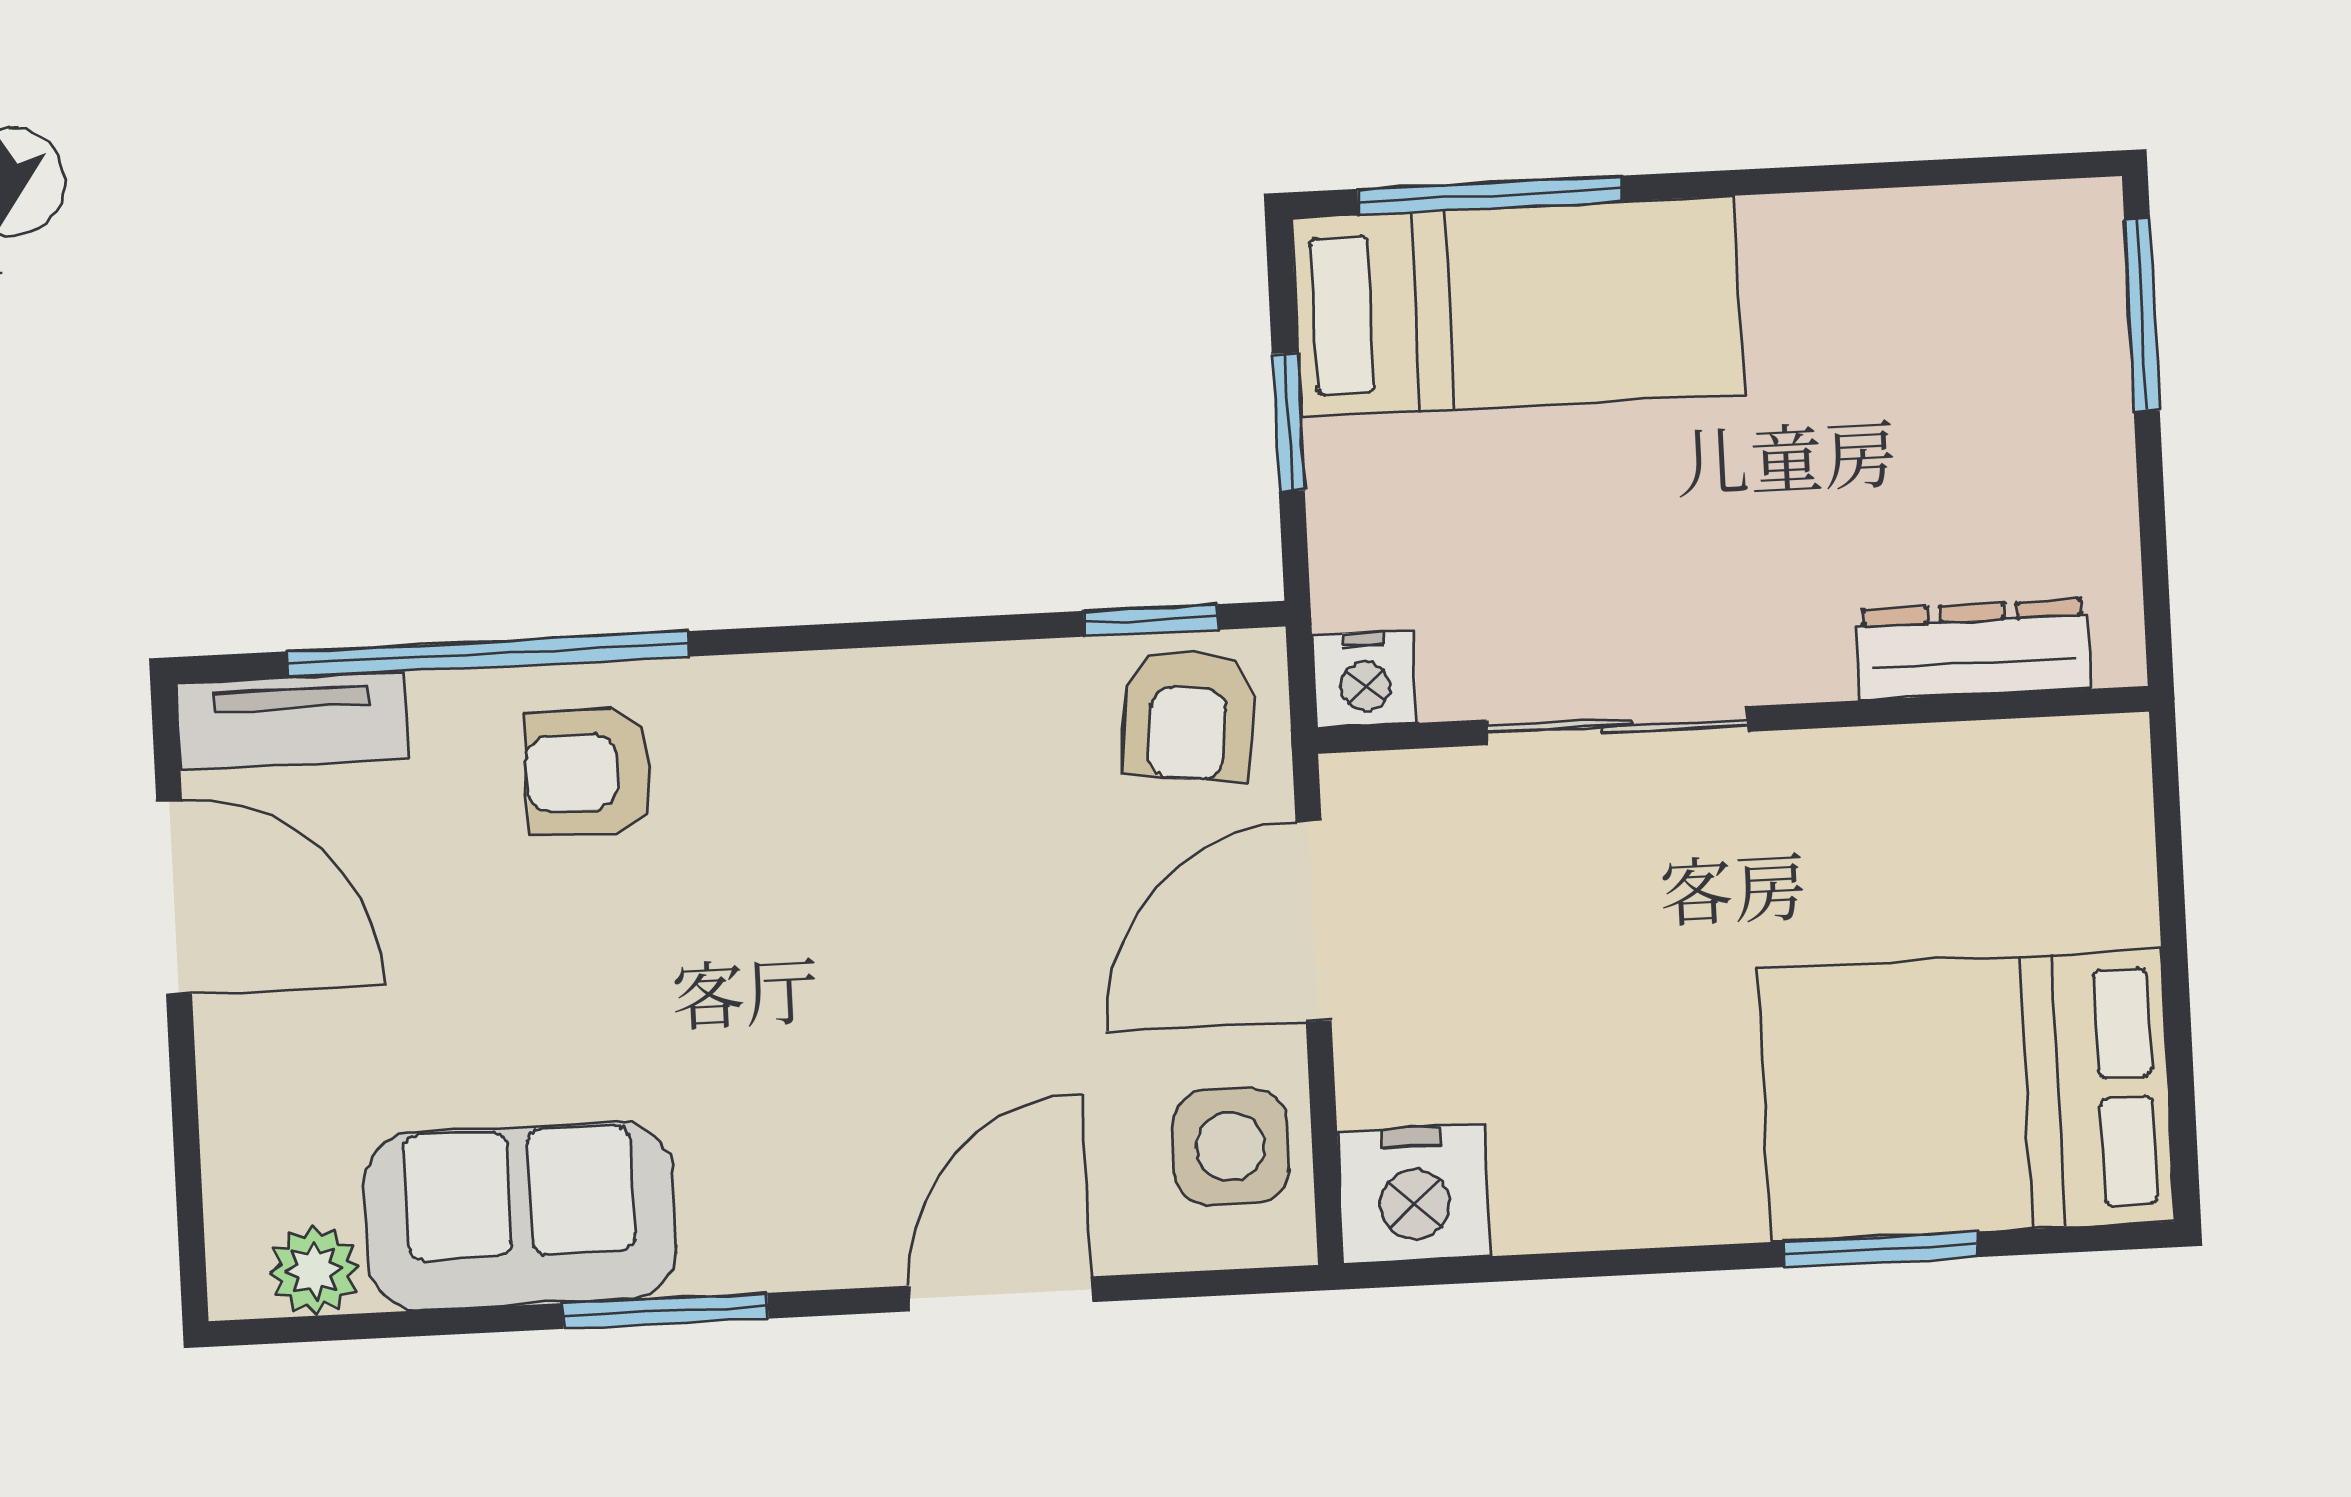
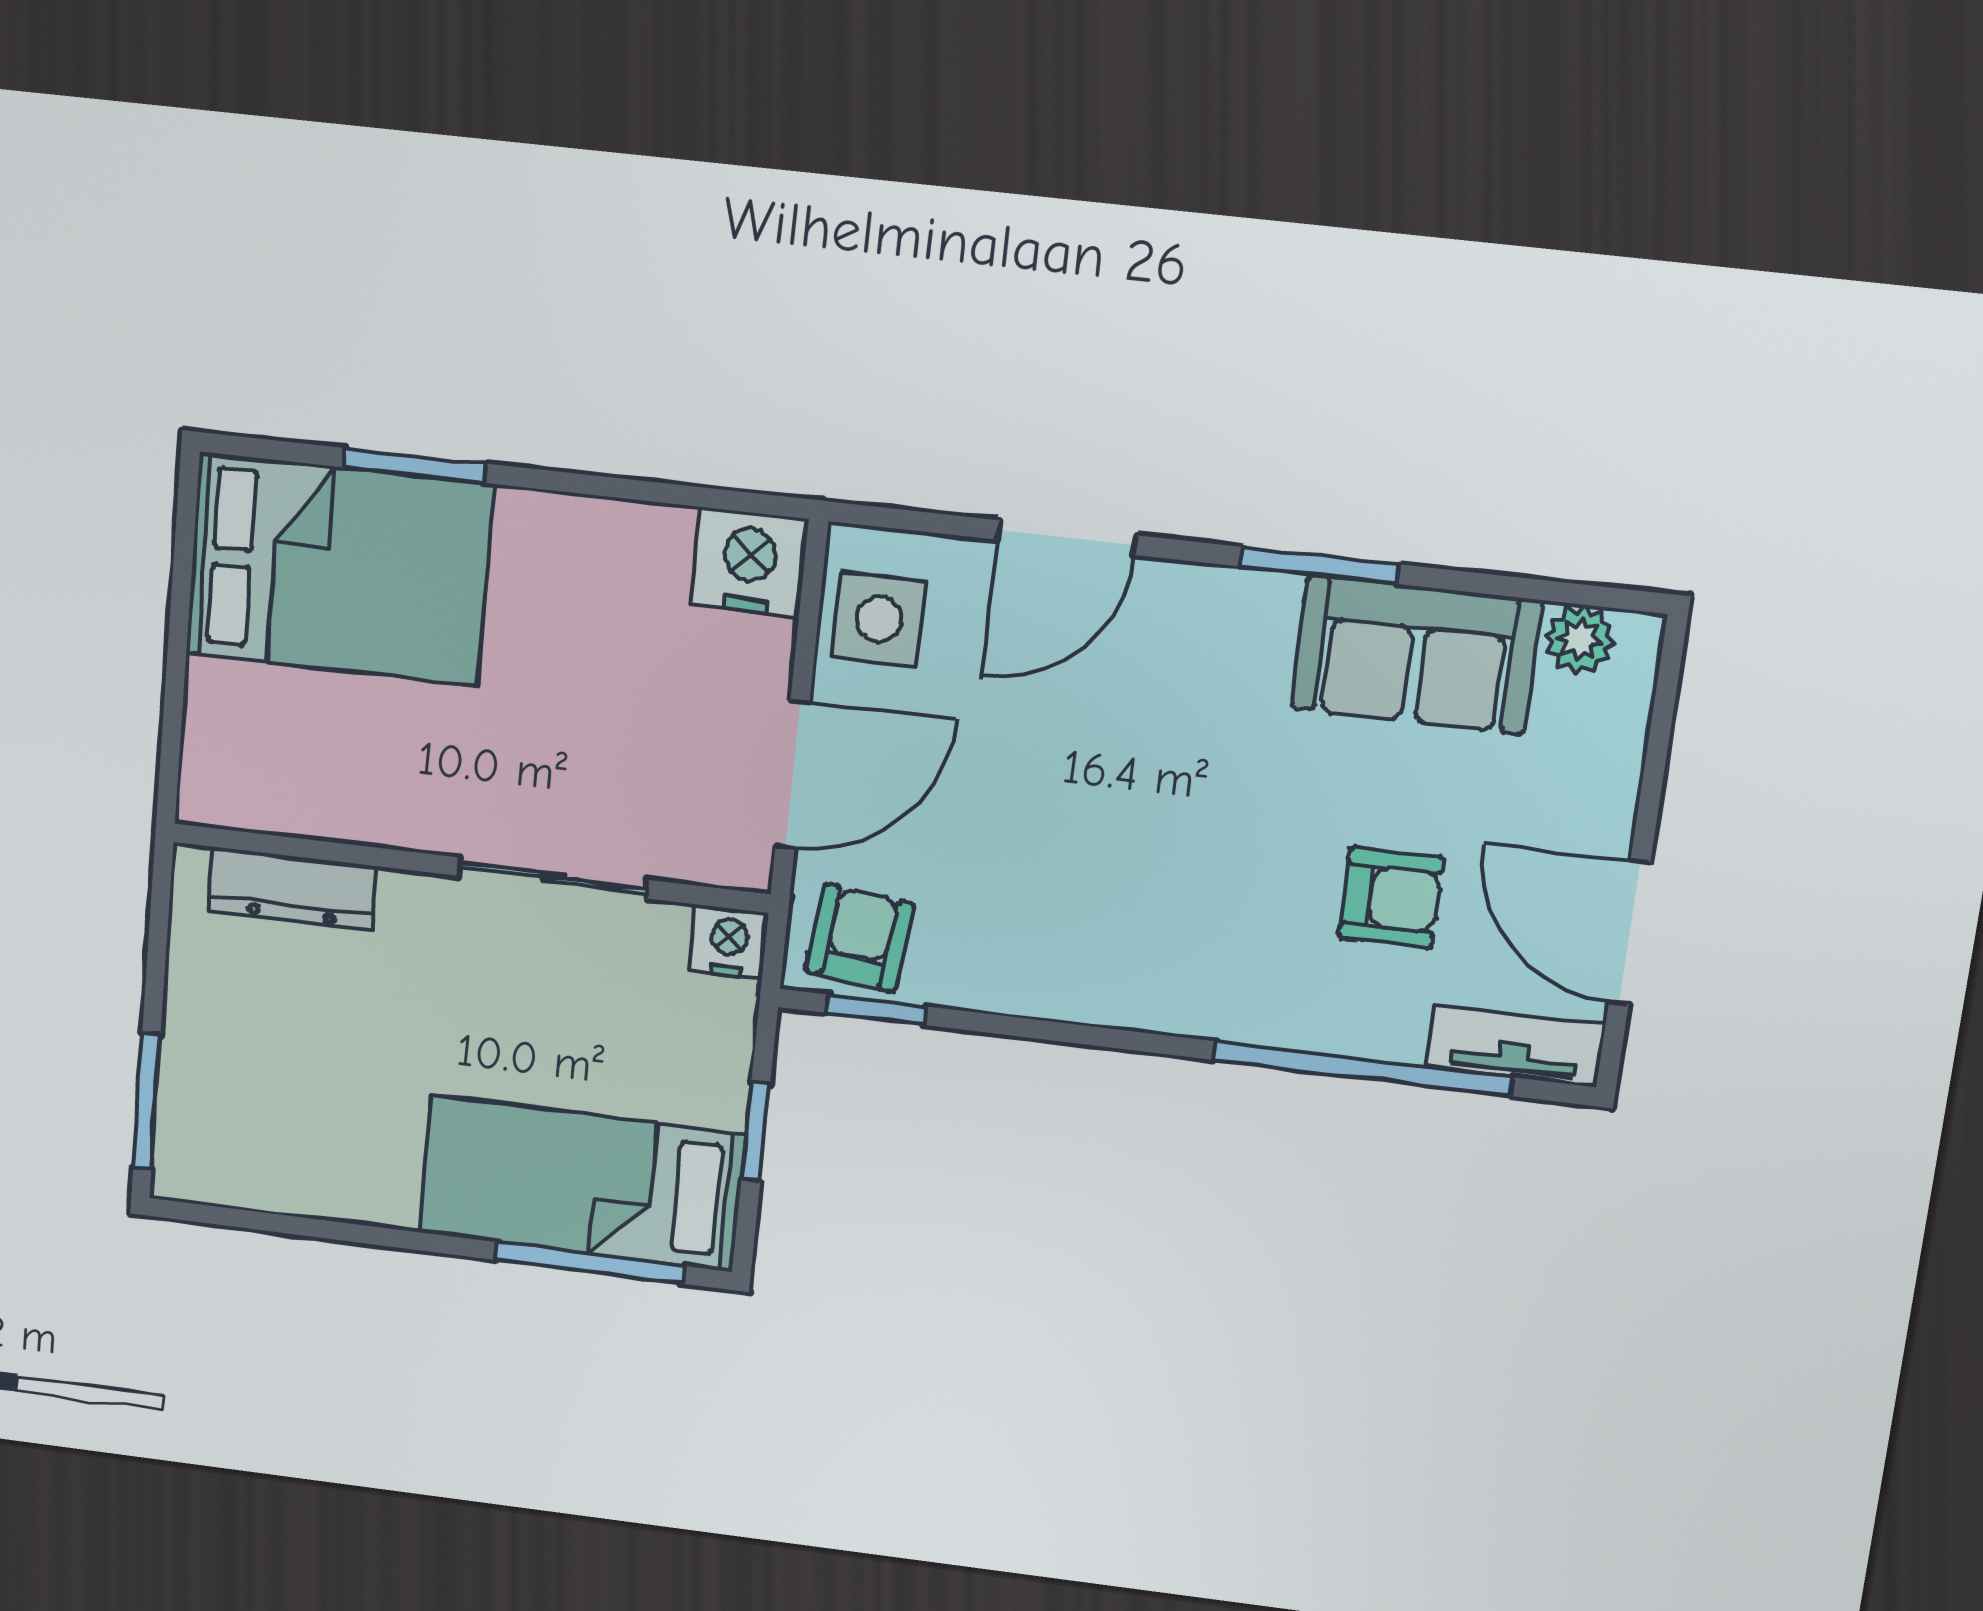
armchair: (589, 772) -> (1391, 898), moved

